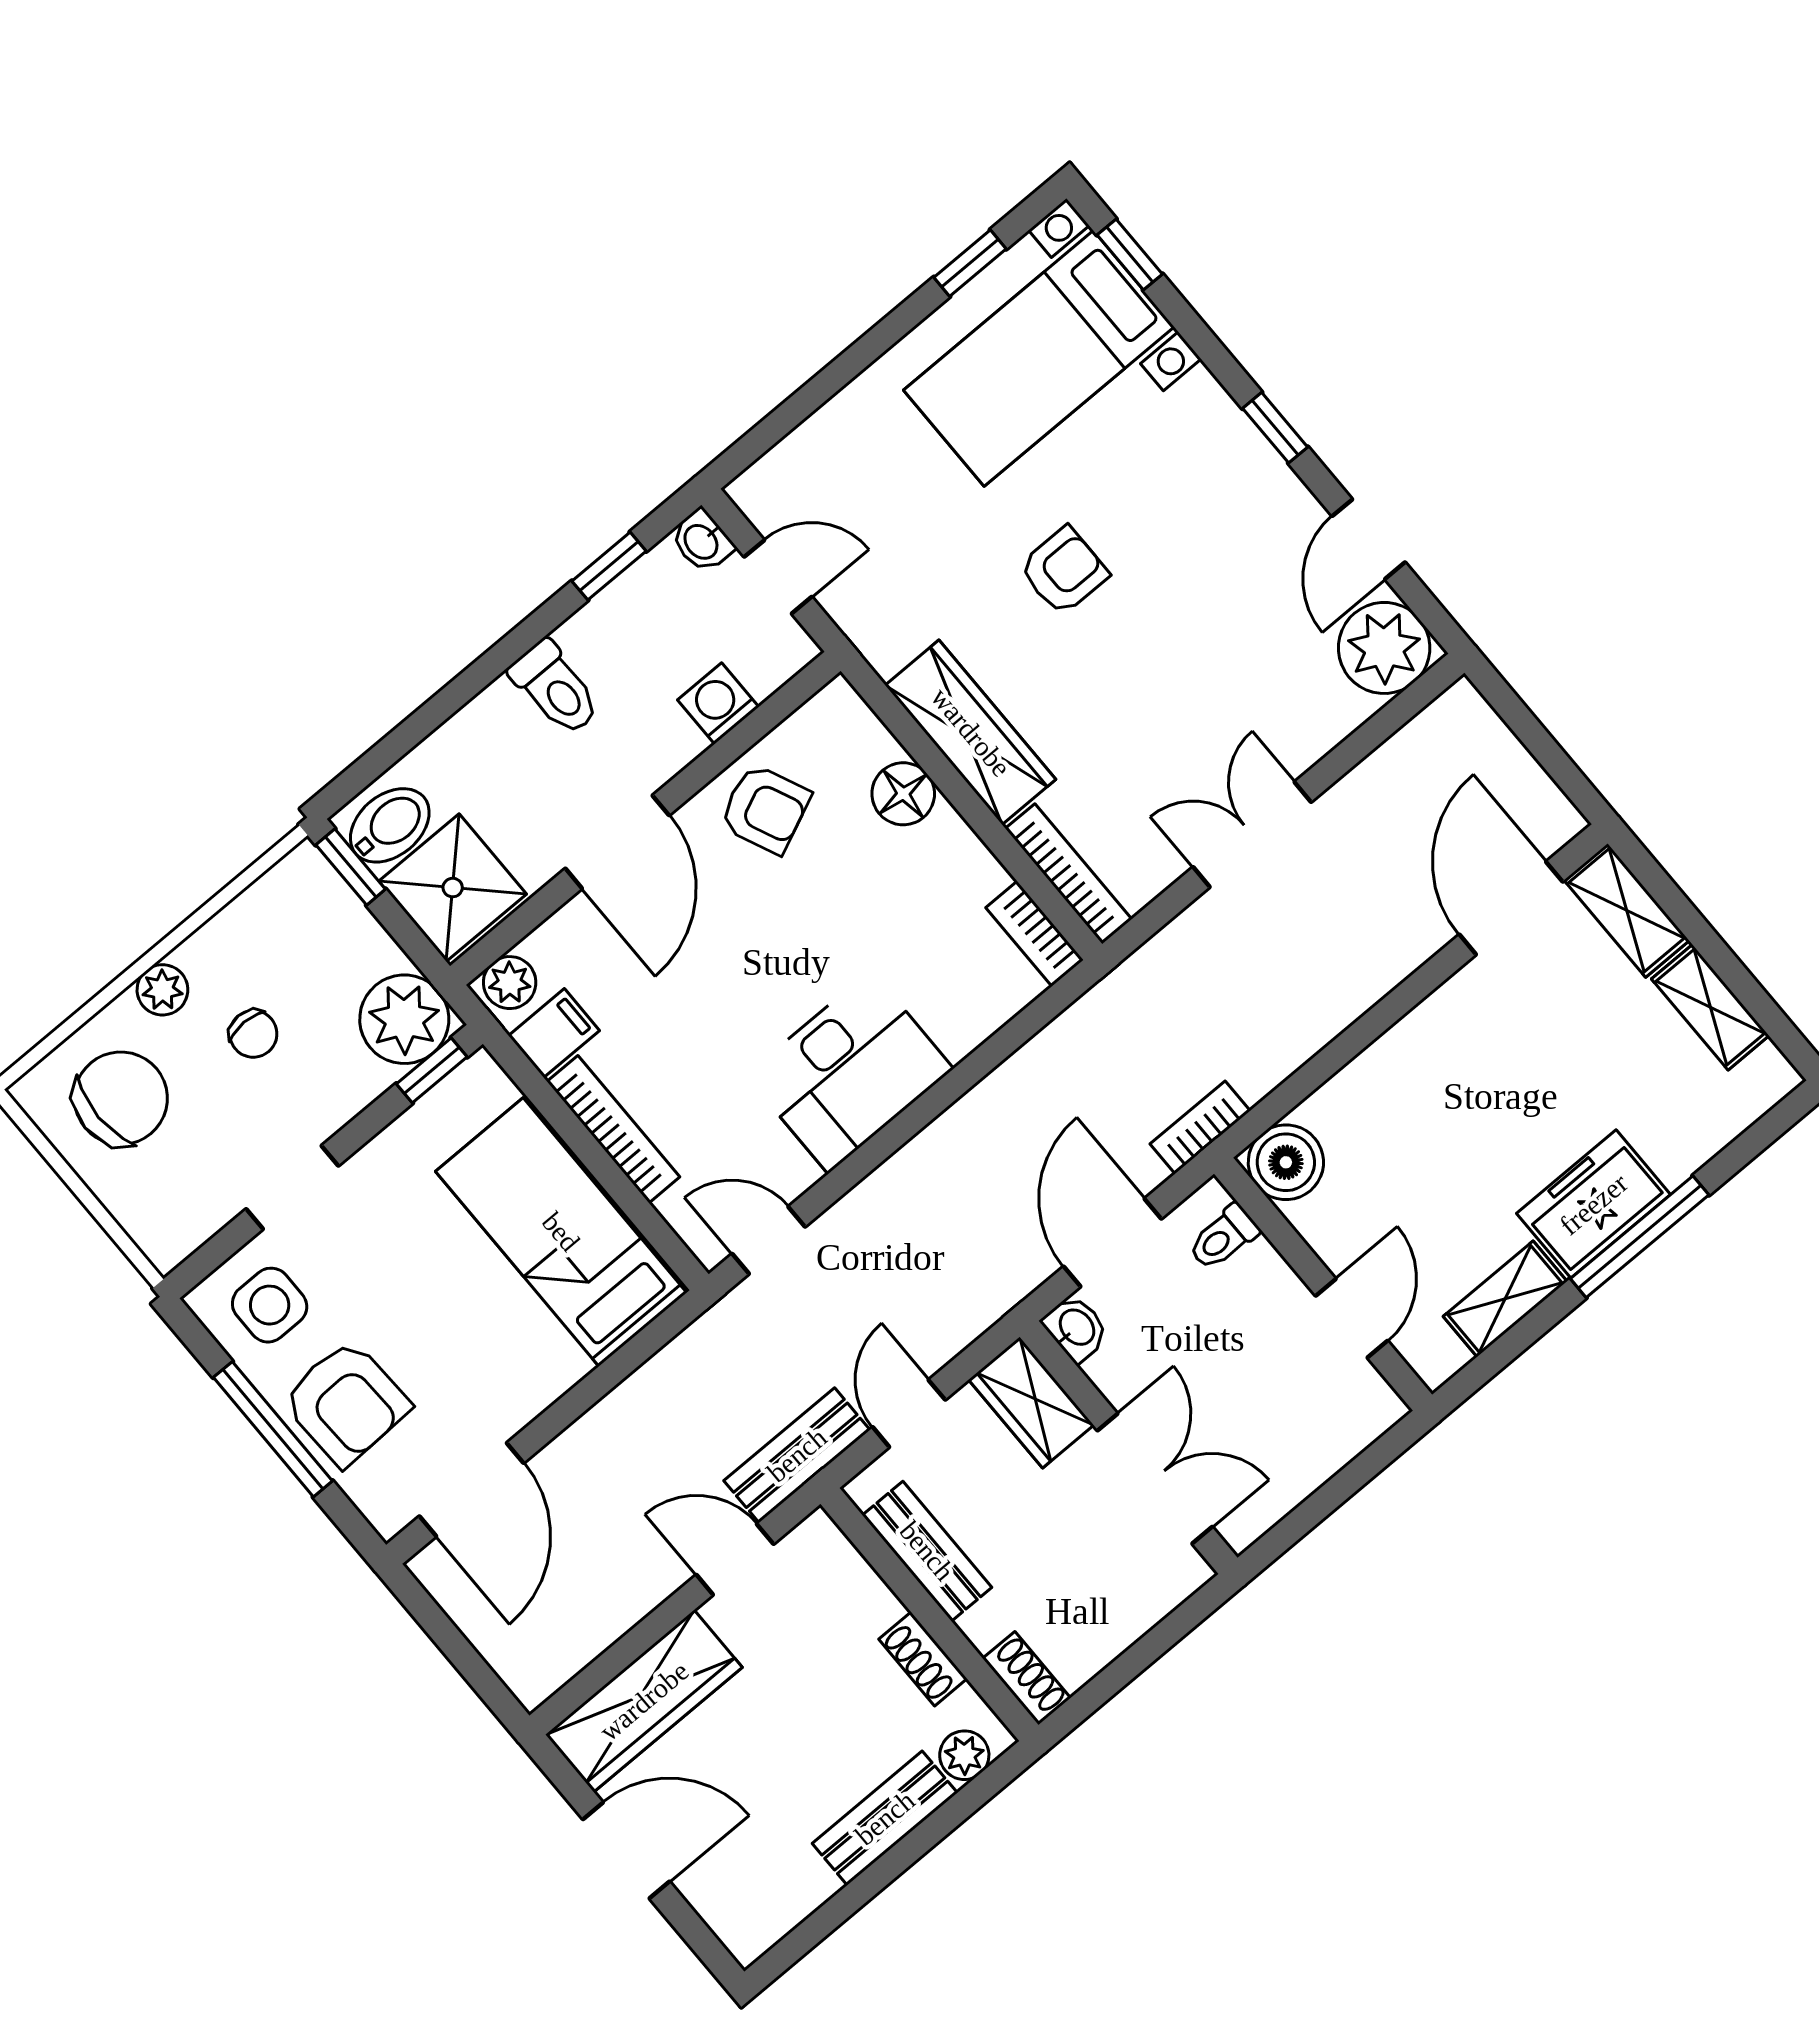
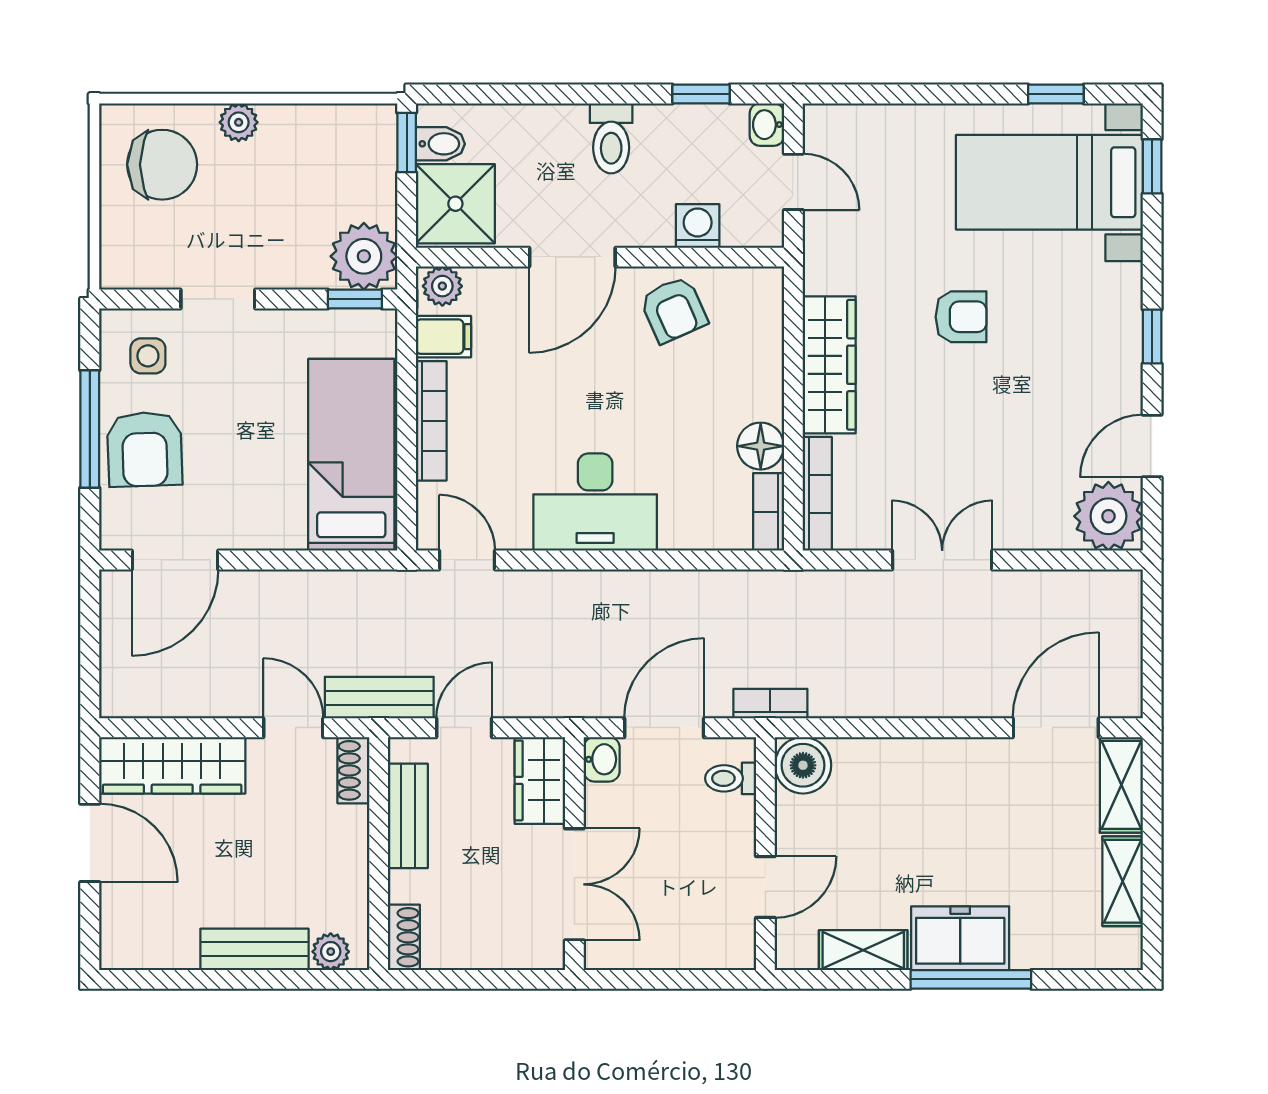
floor lamp: (903, 794) -> (761, 446), moved
bidet: (390, 825) -> (440, 144), width x0.72, depth x0.74
chair: (253, 1034) -> (270, 192), removed
side table: (270, 1305) -> (148, 356), width x0.73, depth x0.73
shoe rack: (923, 1659) -> (353, 770), moved

